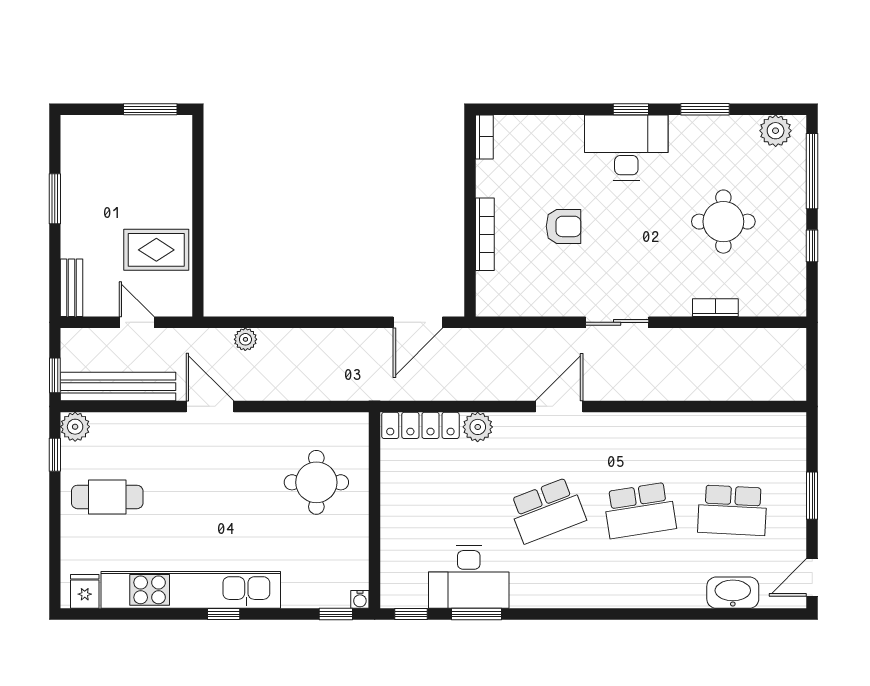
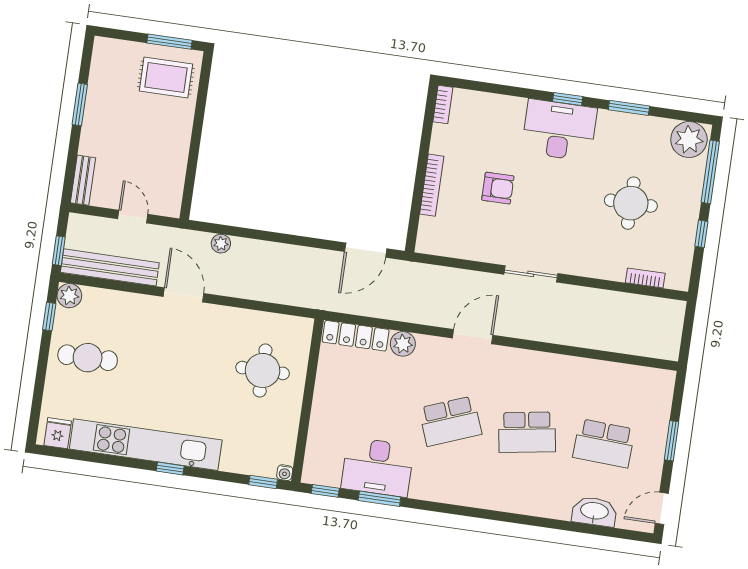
plant: (776, 131) -> (689, 140), width x1.36, depth x1.36
rug: (156, 250) -> (166, 78), moved
bookcase: (715, 308) -> (645, 278), moved

